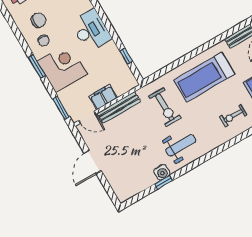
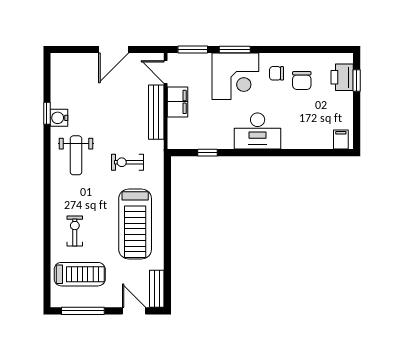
window: (37, 66) -> (235, 49), moved
treadmill: (204, 77) -> (135, 224), turned 180
exercise bike: (165, 107) -> (127, 162), width x0.73, depth x0.72
door: (87, 117) -> (166, 72), hinge flipped
door: (93, 162) -> (114, 49), swing flipped

